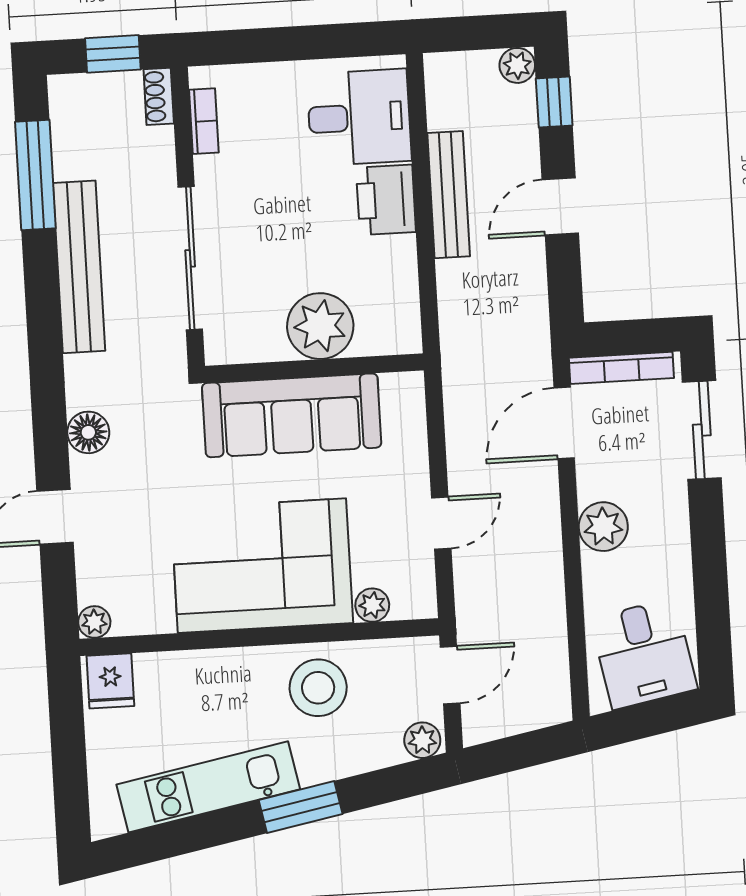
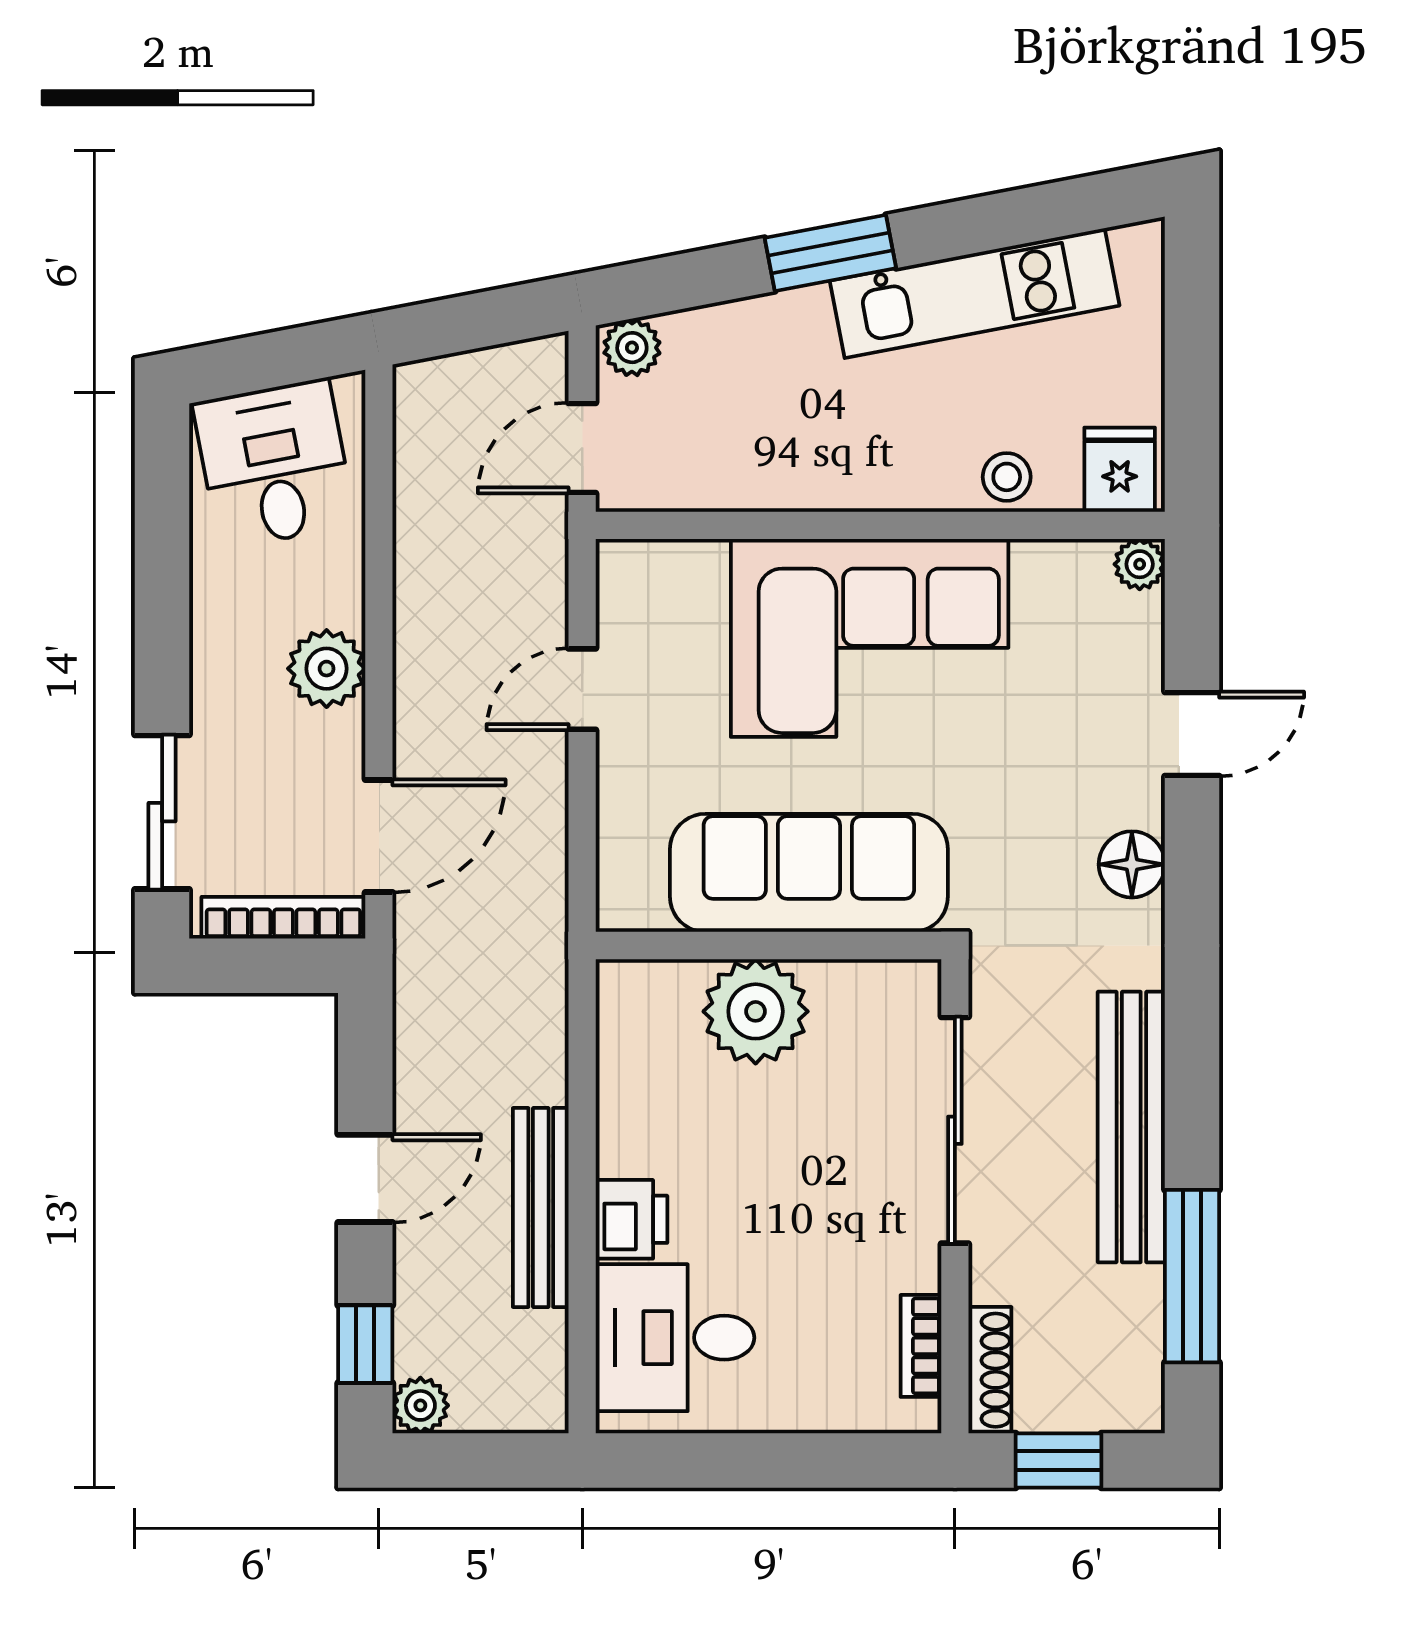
shoe rack: (159, 96) -> (990, 1370), width x1.43
printer: (386, 200) -> (632, 1219), width x0.73, depth x0.81
plant: (372, 605) -> (699, 566), removed
stool: (318, 688) -> (1007, 477), moved, width x0.53, depth x0.53

